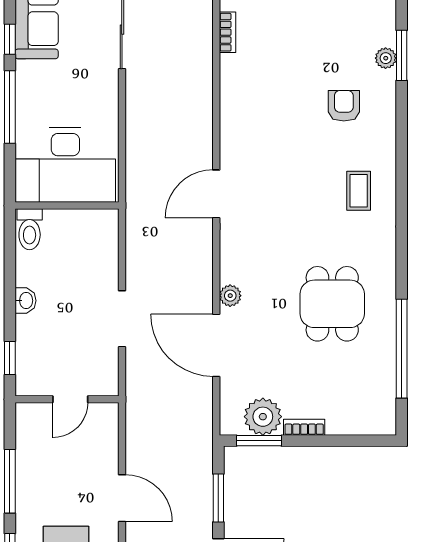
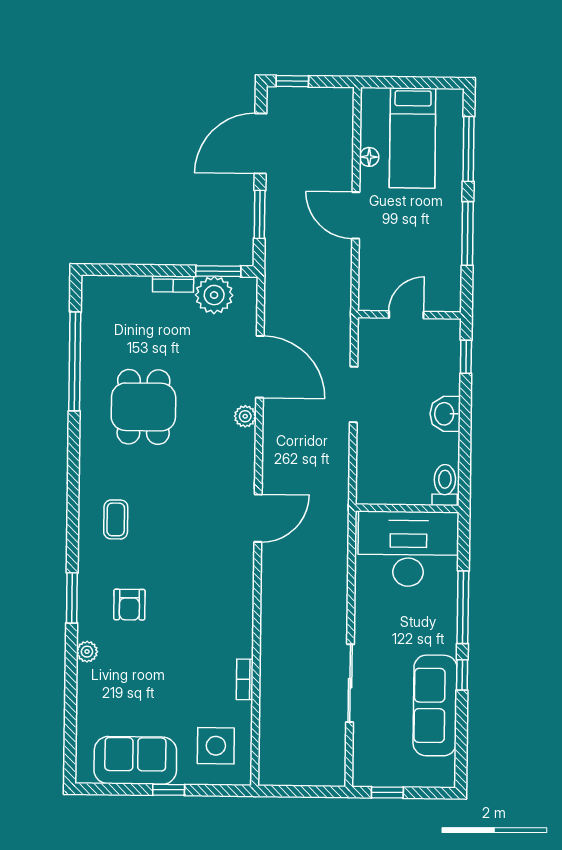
window: (402, 55) -> (72, 598), moved
washbasin: (26, 301) -> (445, 414), width x1.38, depth x1.45

